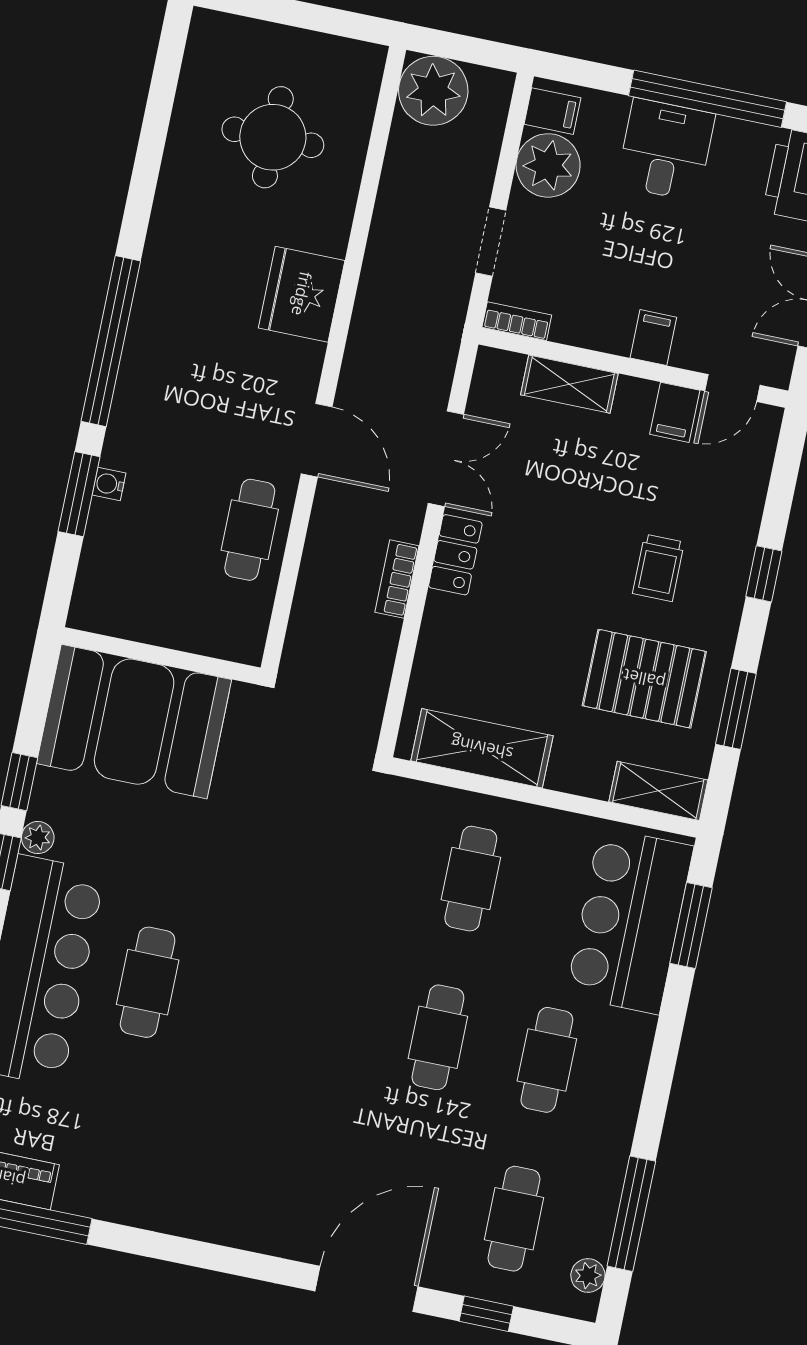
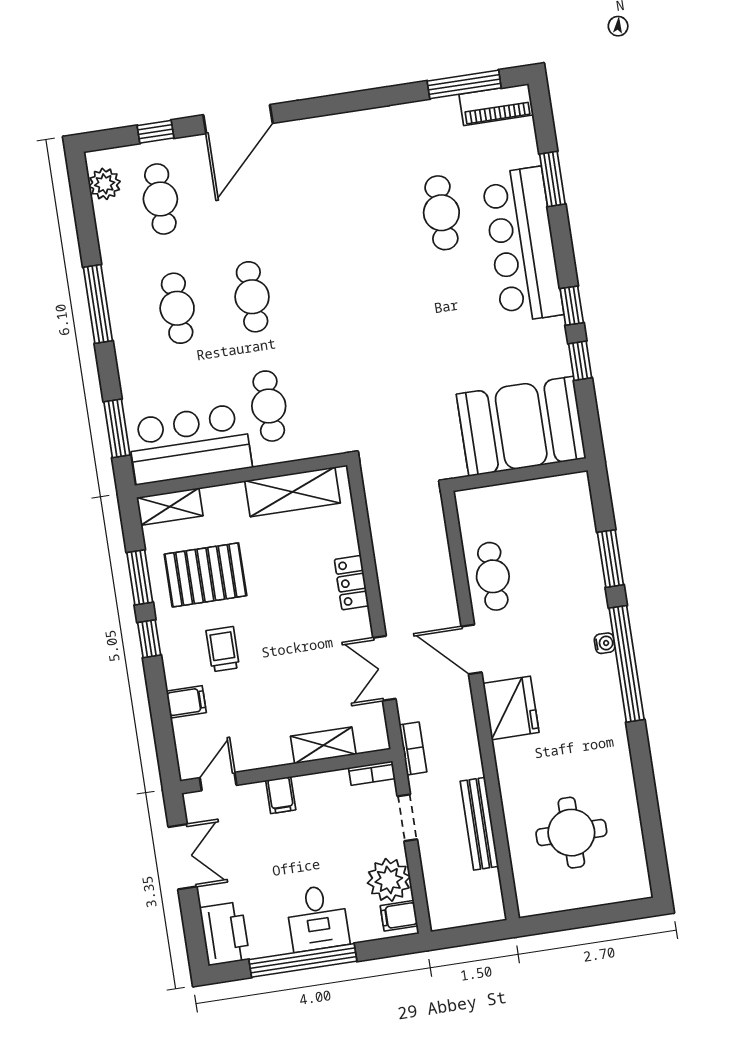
plant: (433, 91) -> (480, 900), removed
bench: (395, 196) -> (479, 824), added
fridge: (302, 294) -> (511, 708), moved
filing cabinet: (675, 412) -> (186, 702), moved, turned 90
water cooler: (109, 484) -> (605, 643), moved
locker: (455, 555) -> (352, 583), moved
window: (764, 574) -> (149, 639), moved
bookcase: (397, 579) -> (413, 748), moved
plant: (38, 838) -> (555, 329), removed
bar counter: (630, 921) -> (189, 444), moved, turned -90
cafe table: (148, 982) -> (441, 213), moved
window: (631, 1214) -> (98, 304), moved
plant: (588, 1276) -> (105, 184), width x1.38, depth x1.38

